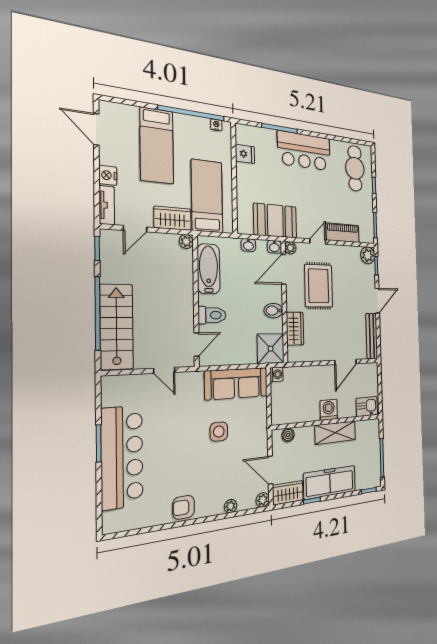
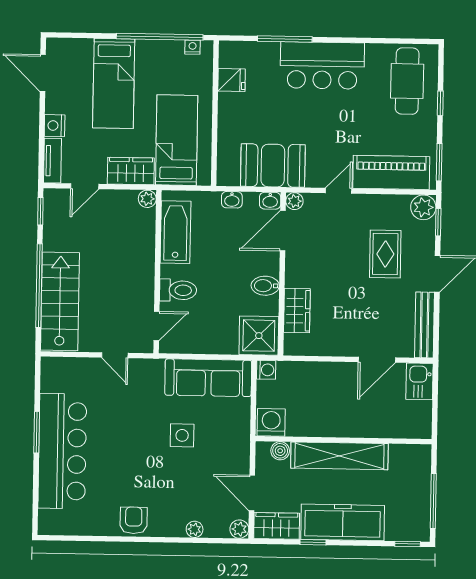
piano: (343, 233) -> (391, 172), width x1.37, depth x1.33
rug: (319, 286) -> (385, 254), moved, width x0.73, depth x0.70
kitchen sink: (367, 407) -> (419, 381), moved, turned -90
washing machine: (329, 410) -> (271, 422), moved
shelving: (335, 433) -> (339, 456), width x1.47
armchair: (184, 507) -> (134, 520), turned 90

